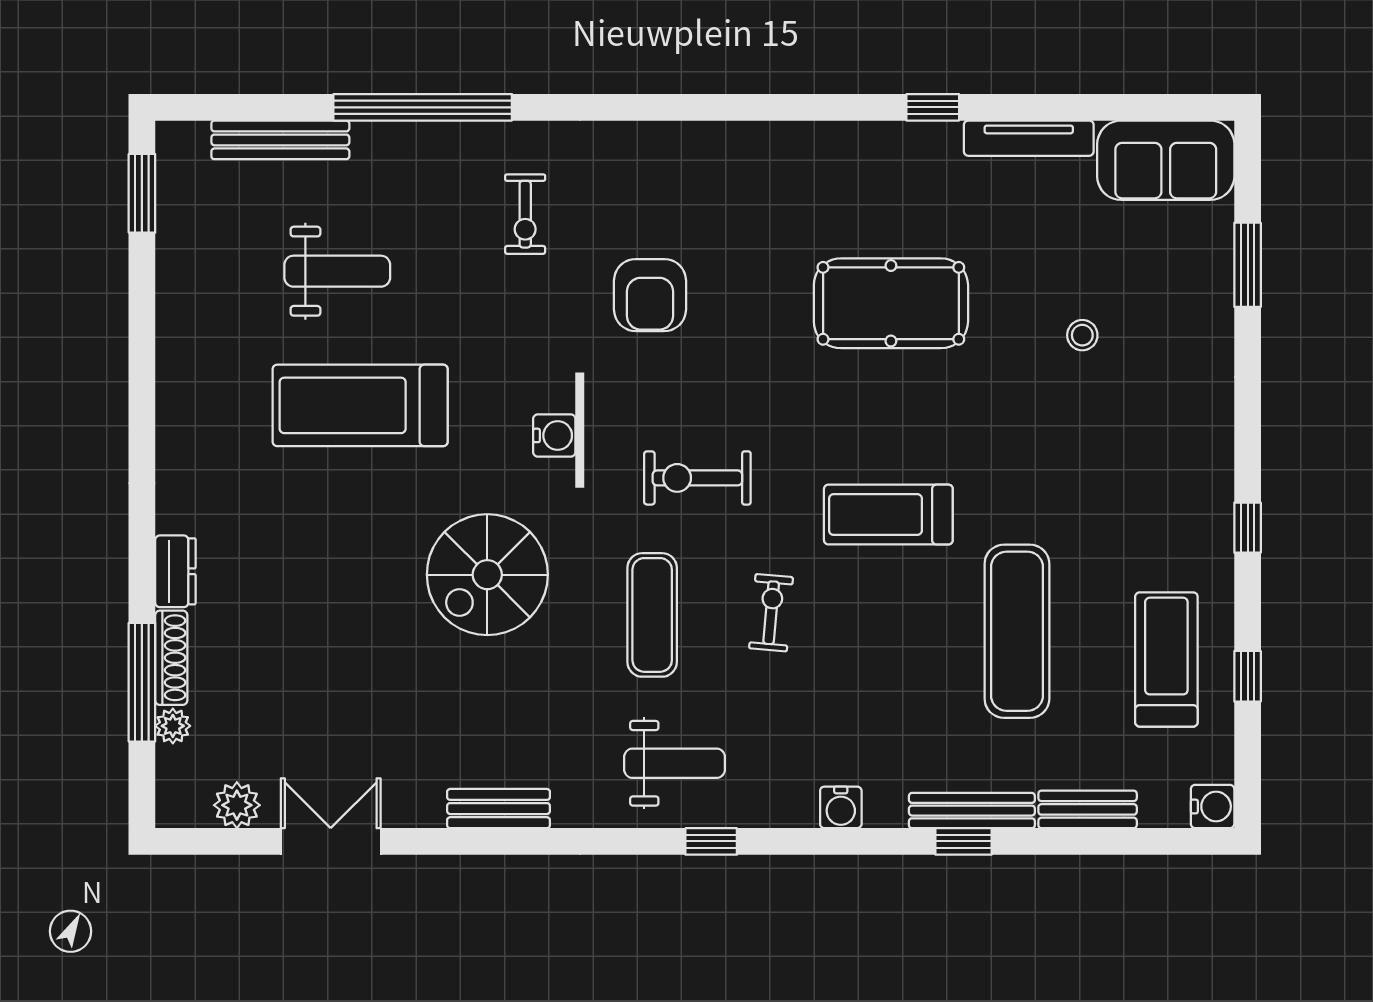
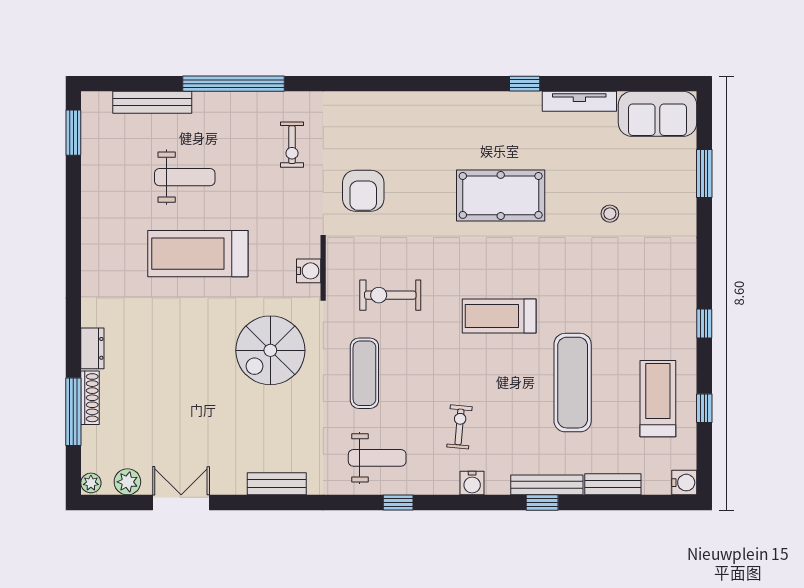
exercise bike: (771, 613) -> (459, 427), moved
plant: (173, 726) -> (91, 483), moved

